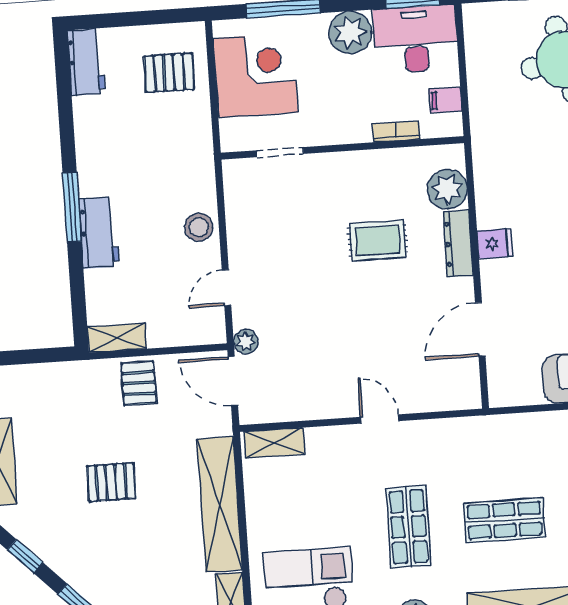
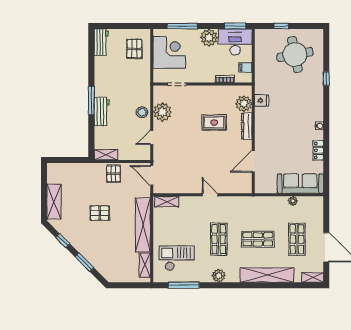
pallet: (169, 73) -> (134, 49), turned 90
fridge: (495, 244) -> (262, 101), moved
plant: (246, 342) -> (162, 112), moved, width x1.87, depth x1.87

